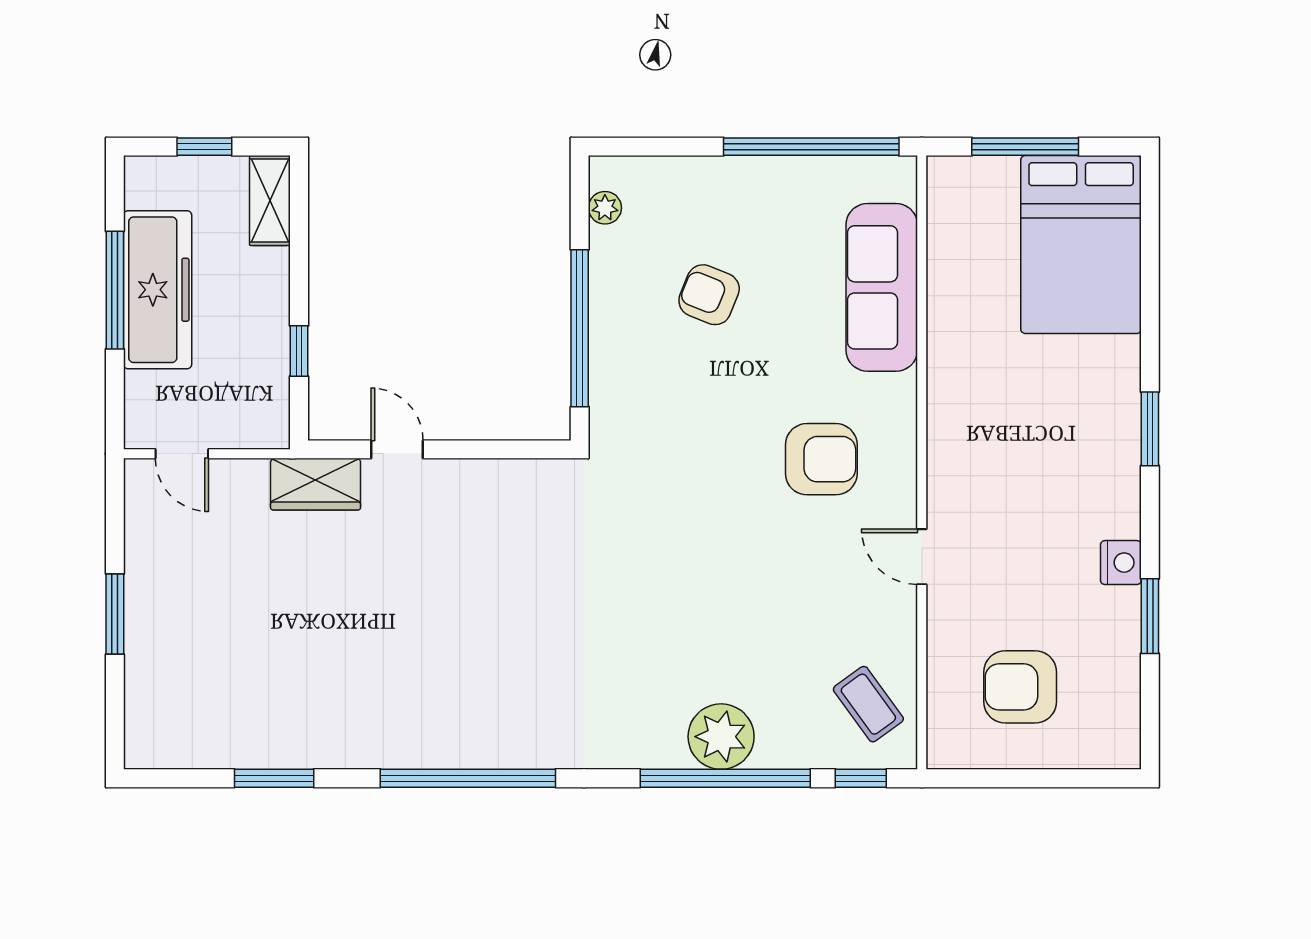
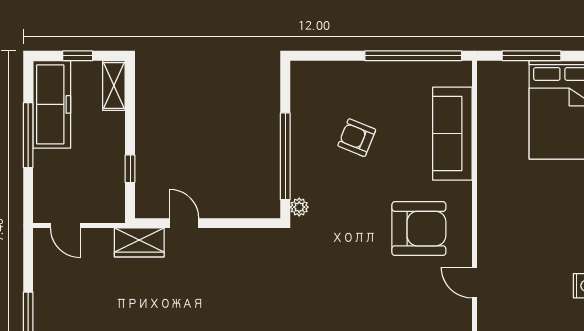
plant: (605, 208) -> (299, 207), moved
freezer: (158, 290) -> (52, 104), moved
armchair: (821, 459) -> (419, 229), width x1.36, depth x1.36

